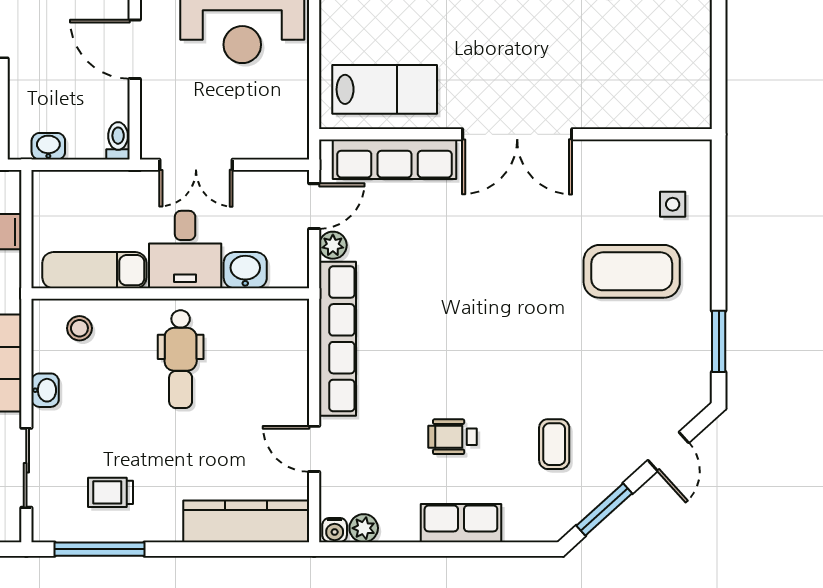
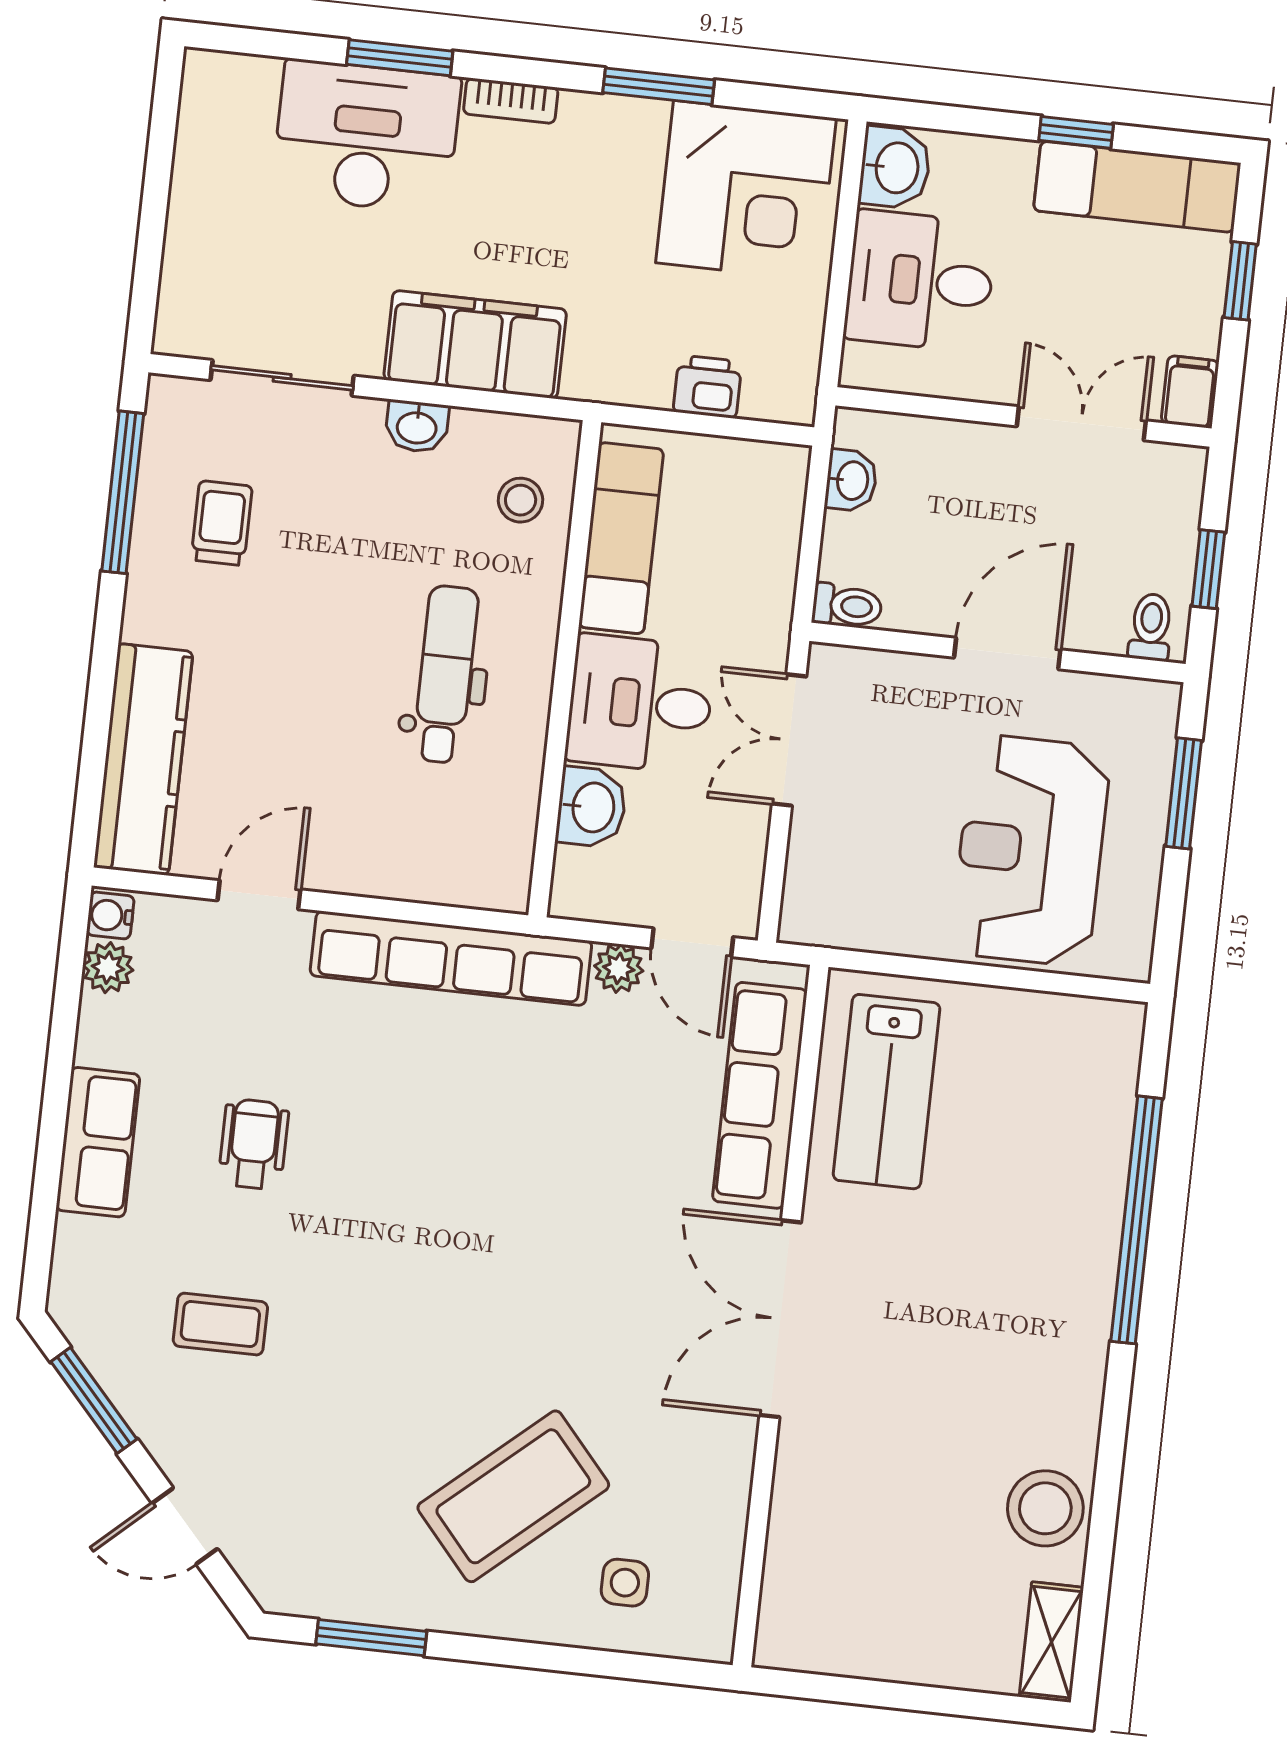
coffee table: (632, 271) -> (513, 1496), turned 49
dental chair: (181, 359) -> (446, 674), turned 90

